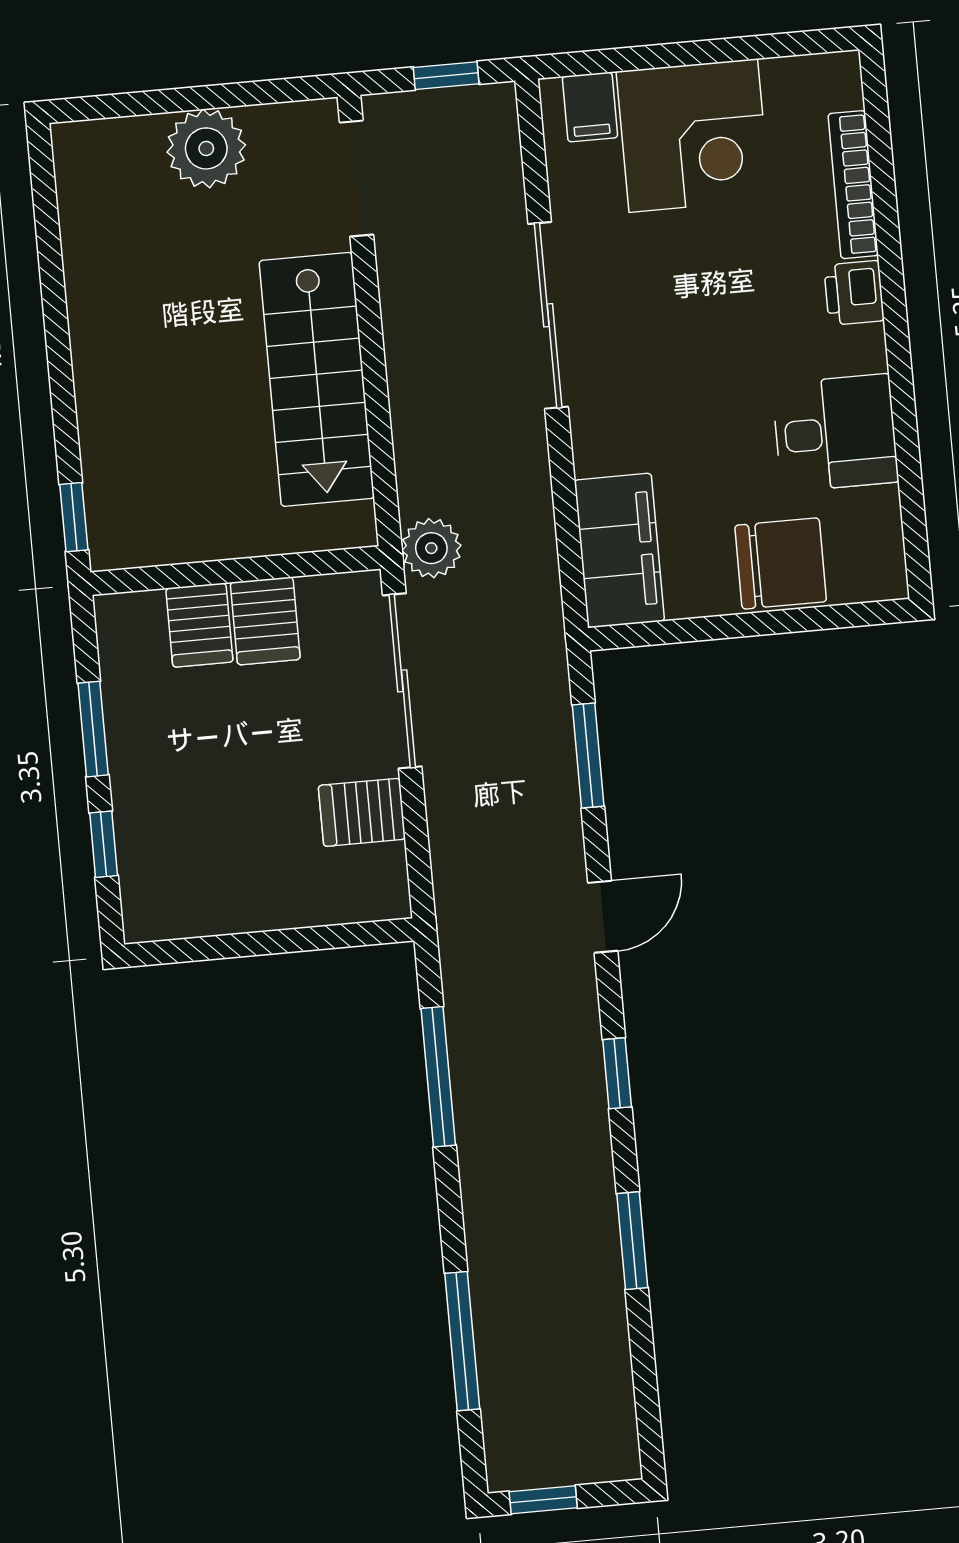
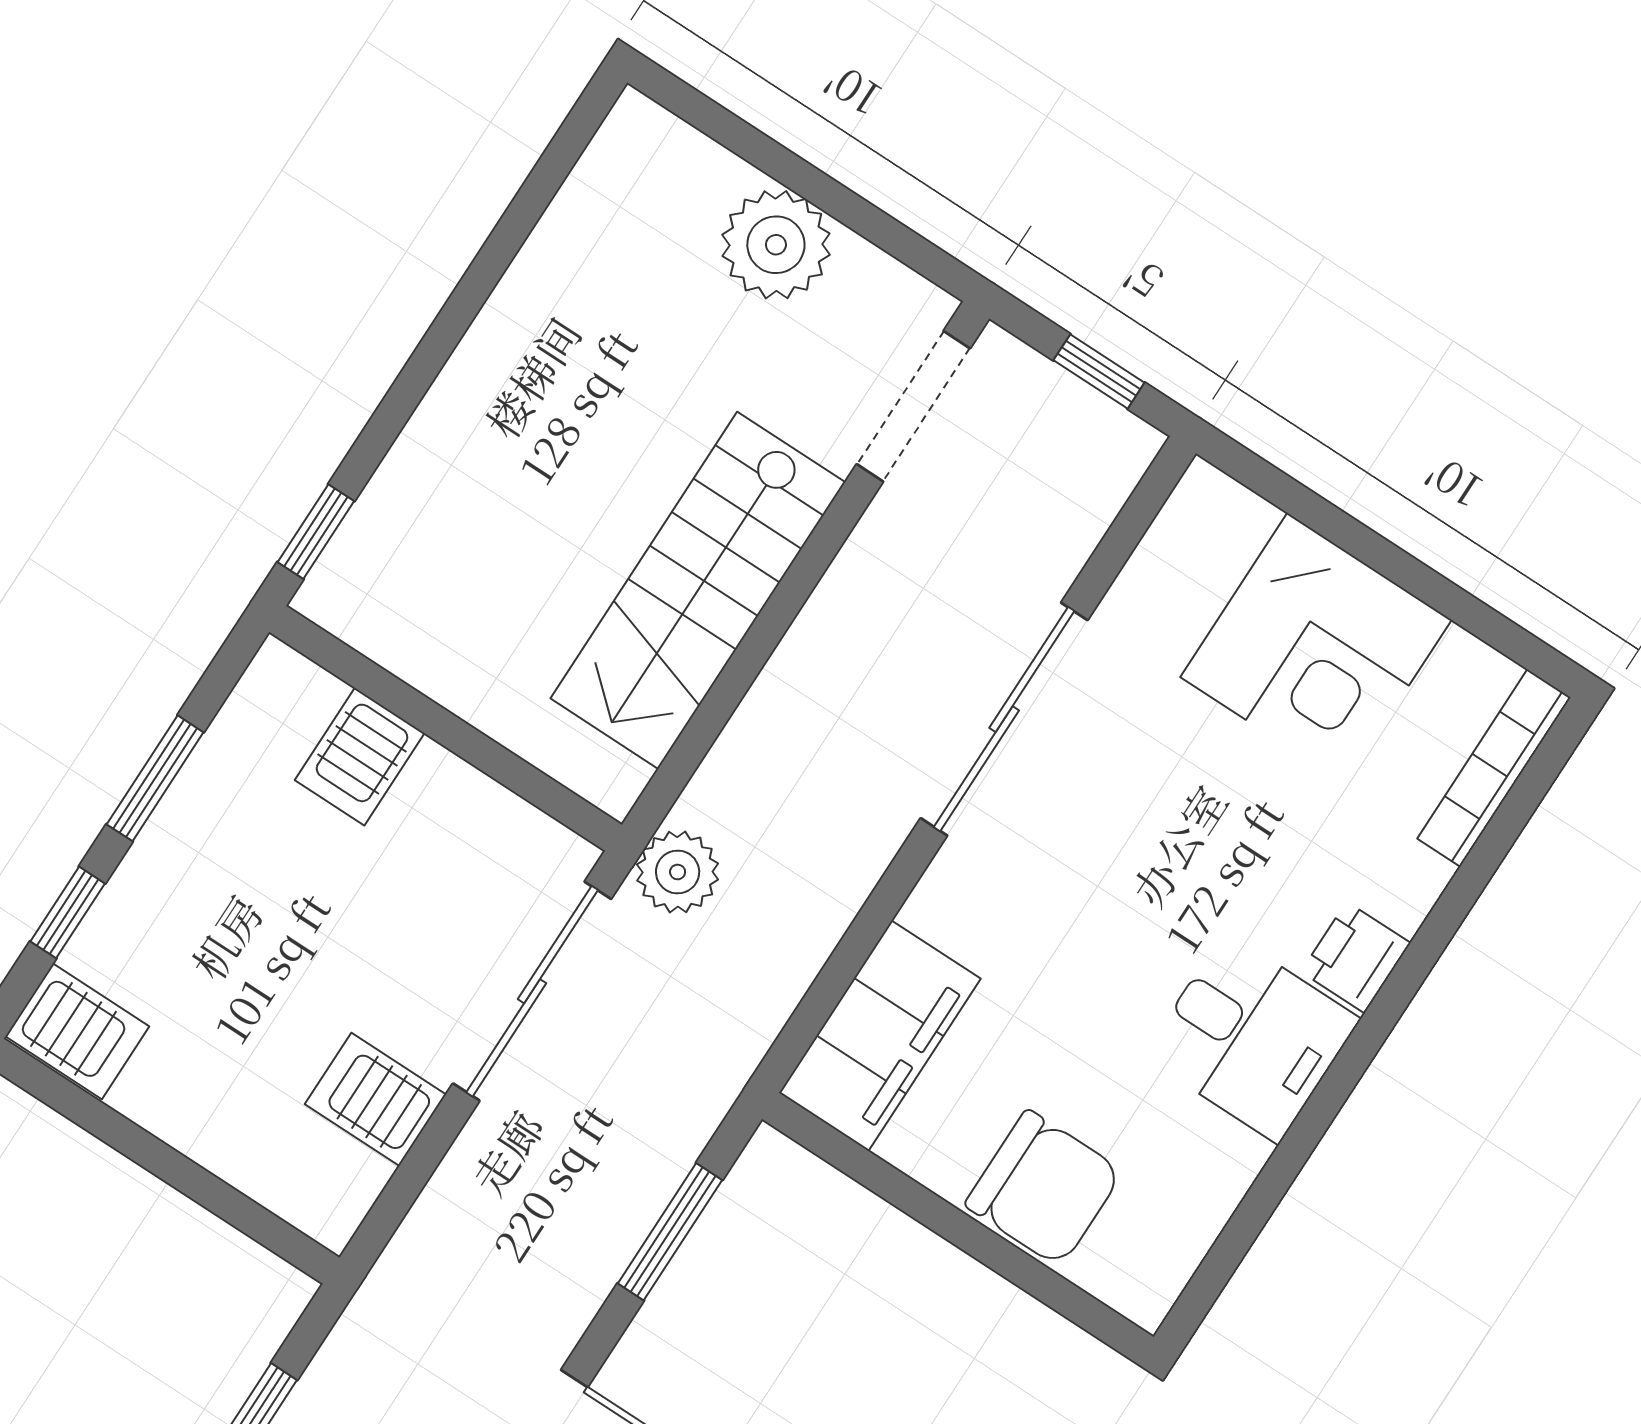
filing cabinet: (590, 107) -> (1228, 529), removed
bookcase: (853, 185) -> (1494, 768), moved
desk: (835, 433) -> (1252, 1038), moved
server rack: (265, 621) -> (77, 1031), moved, turned -90

